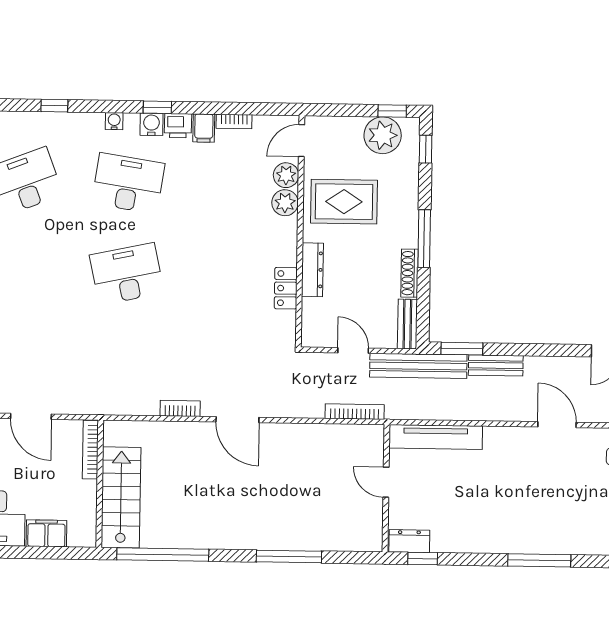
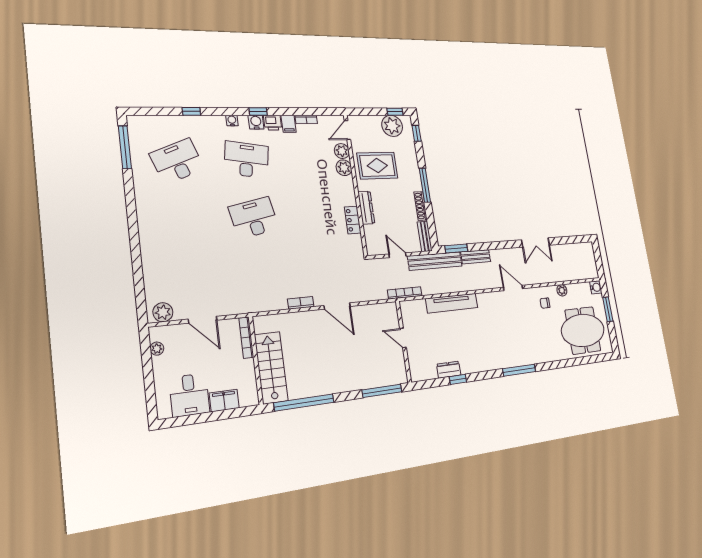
door: (386, 482) -> (403, 338), moved
wall: (386, 488) -> (404, 342), moved

